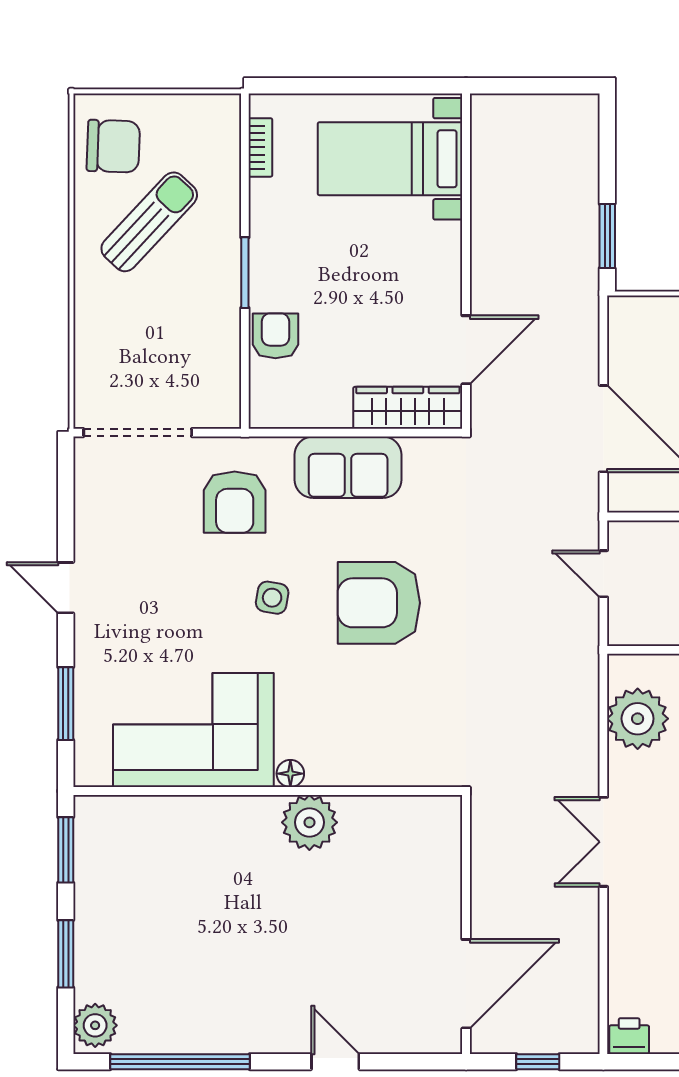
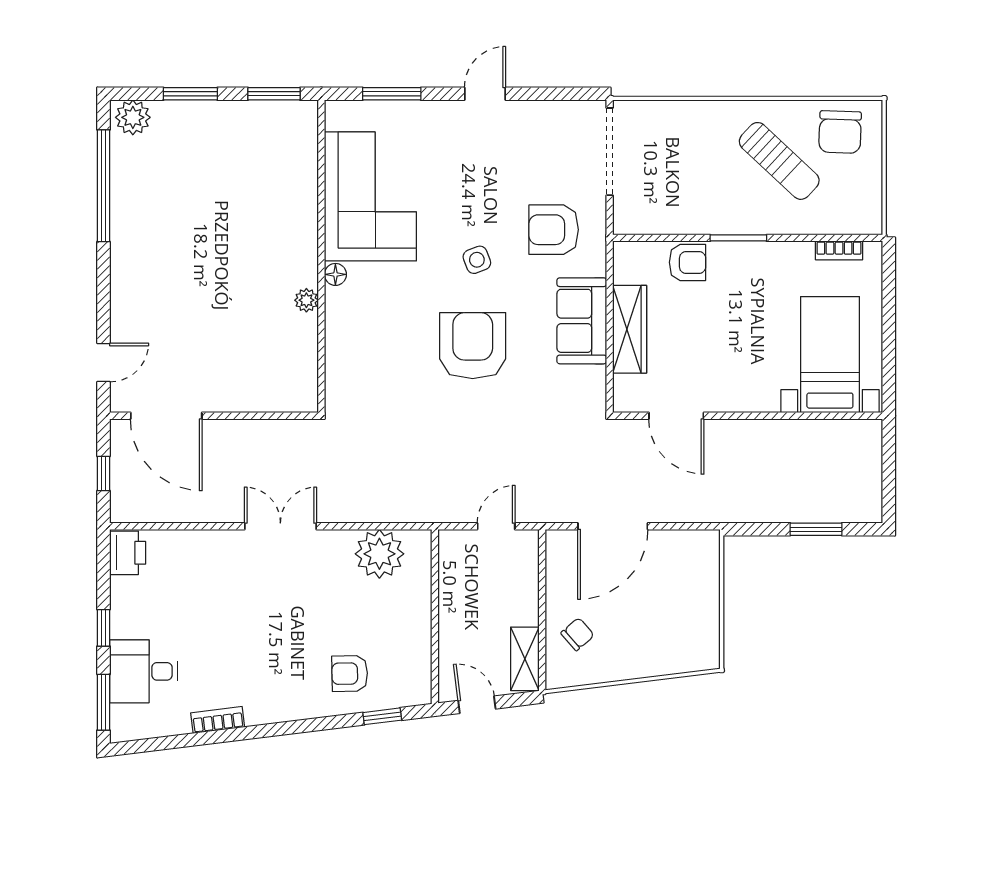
window: (607, 236) -> (816, 529), moved
wardrobe: (408, 408) -> (630, 329), moved
side table: (272, 598) -> (477, 260), turned -31
plant: (309, 822) -> (306, 300), width x0.53, depth x0.53
printer: (629, 1036) -> (128, 553), width x1.36, depth x1.24
door: (335, 1062) -> (104, 363), moved

